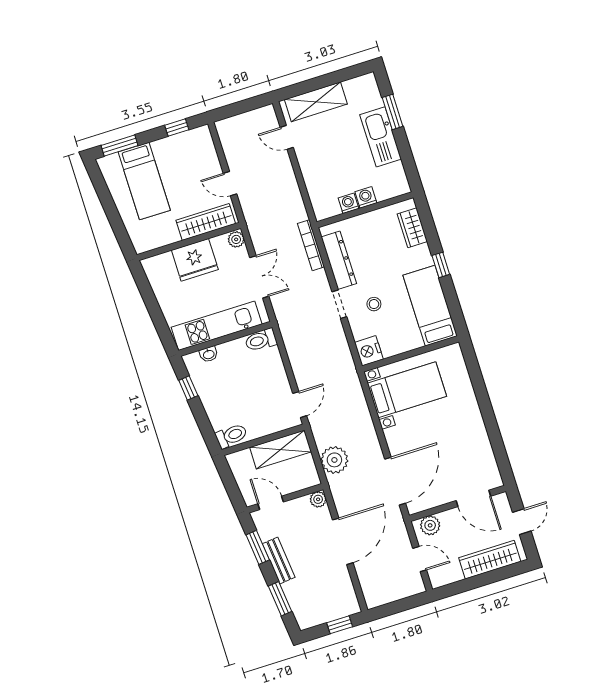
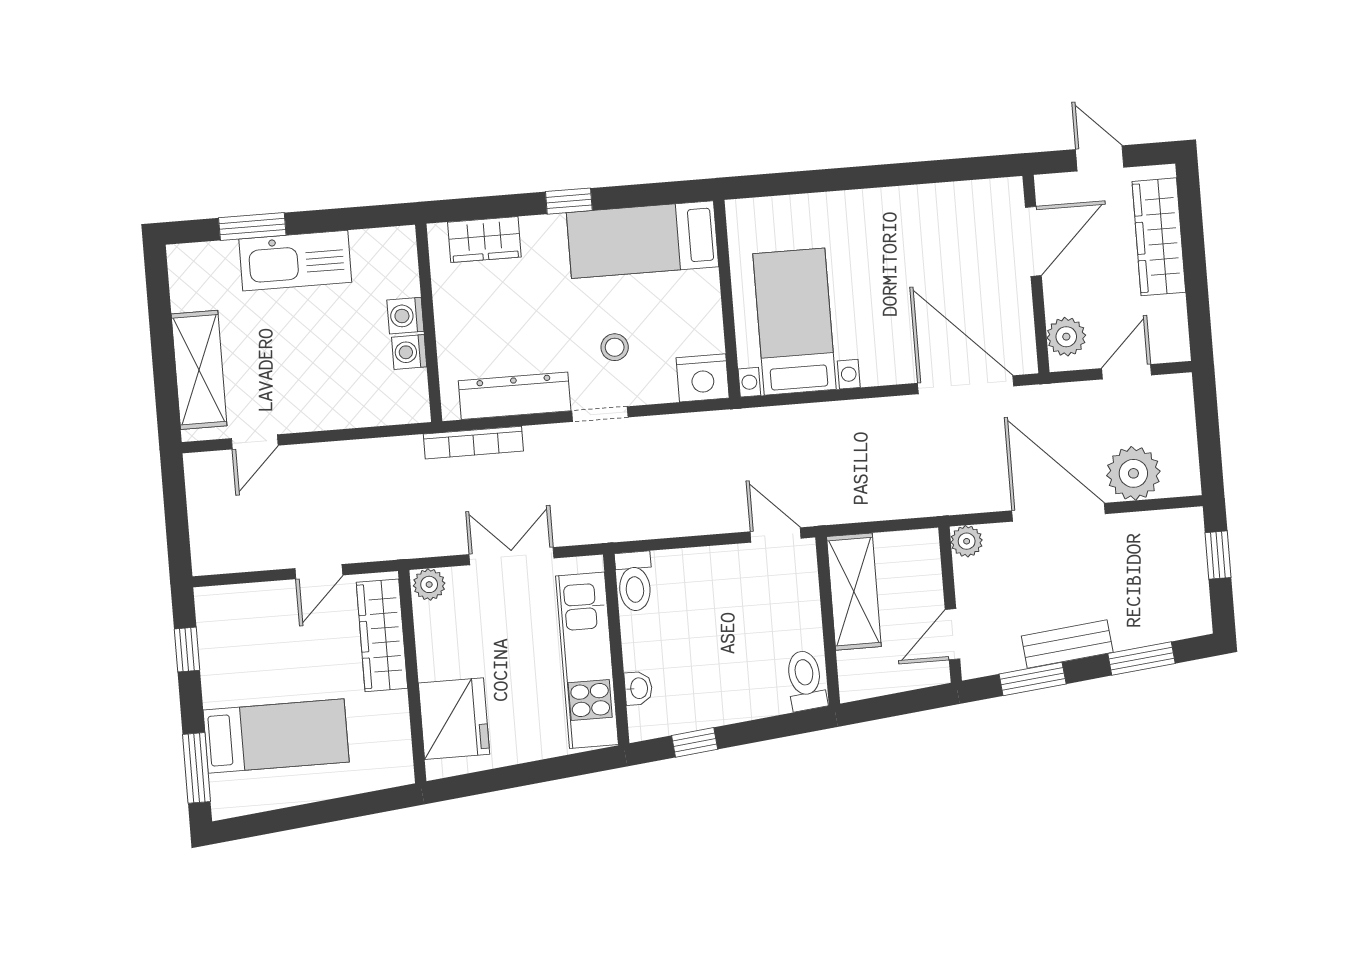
fridge: (195, 260) -> (454, 719), moved
plant: (334, 460) -> (1133, 473), moved

